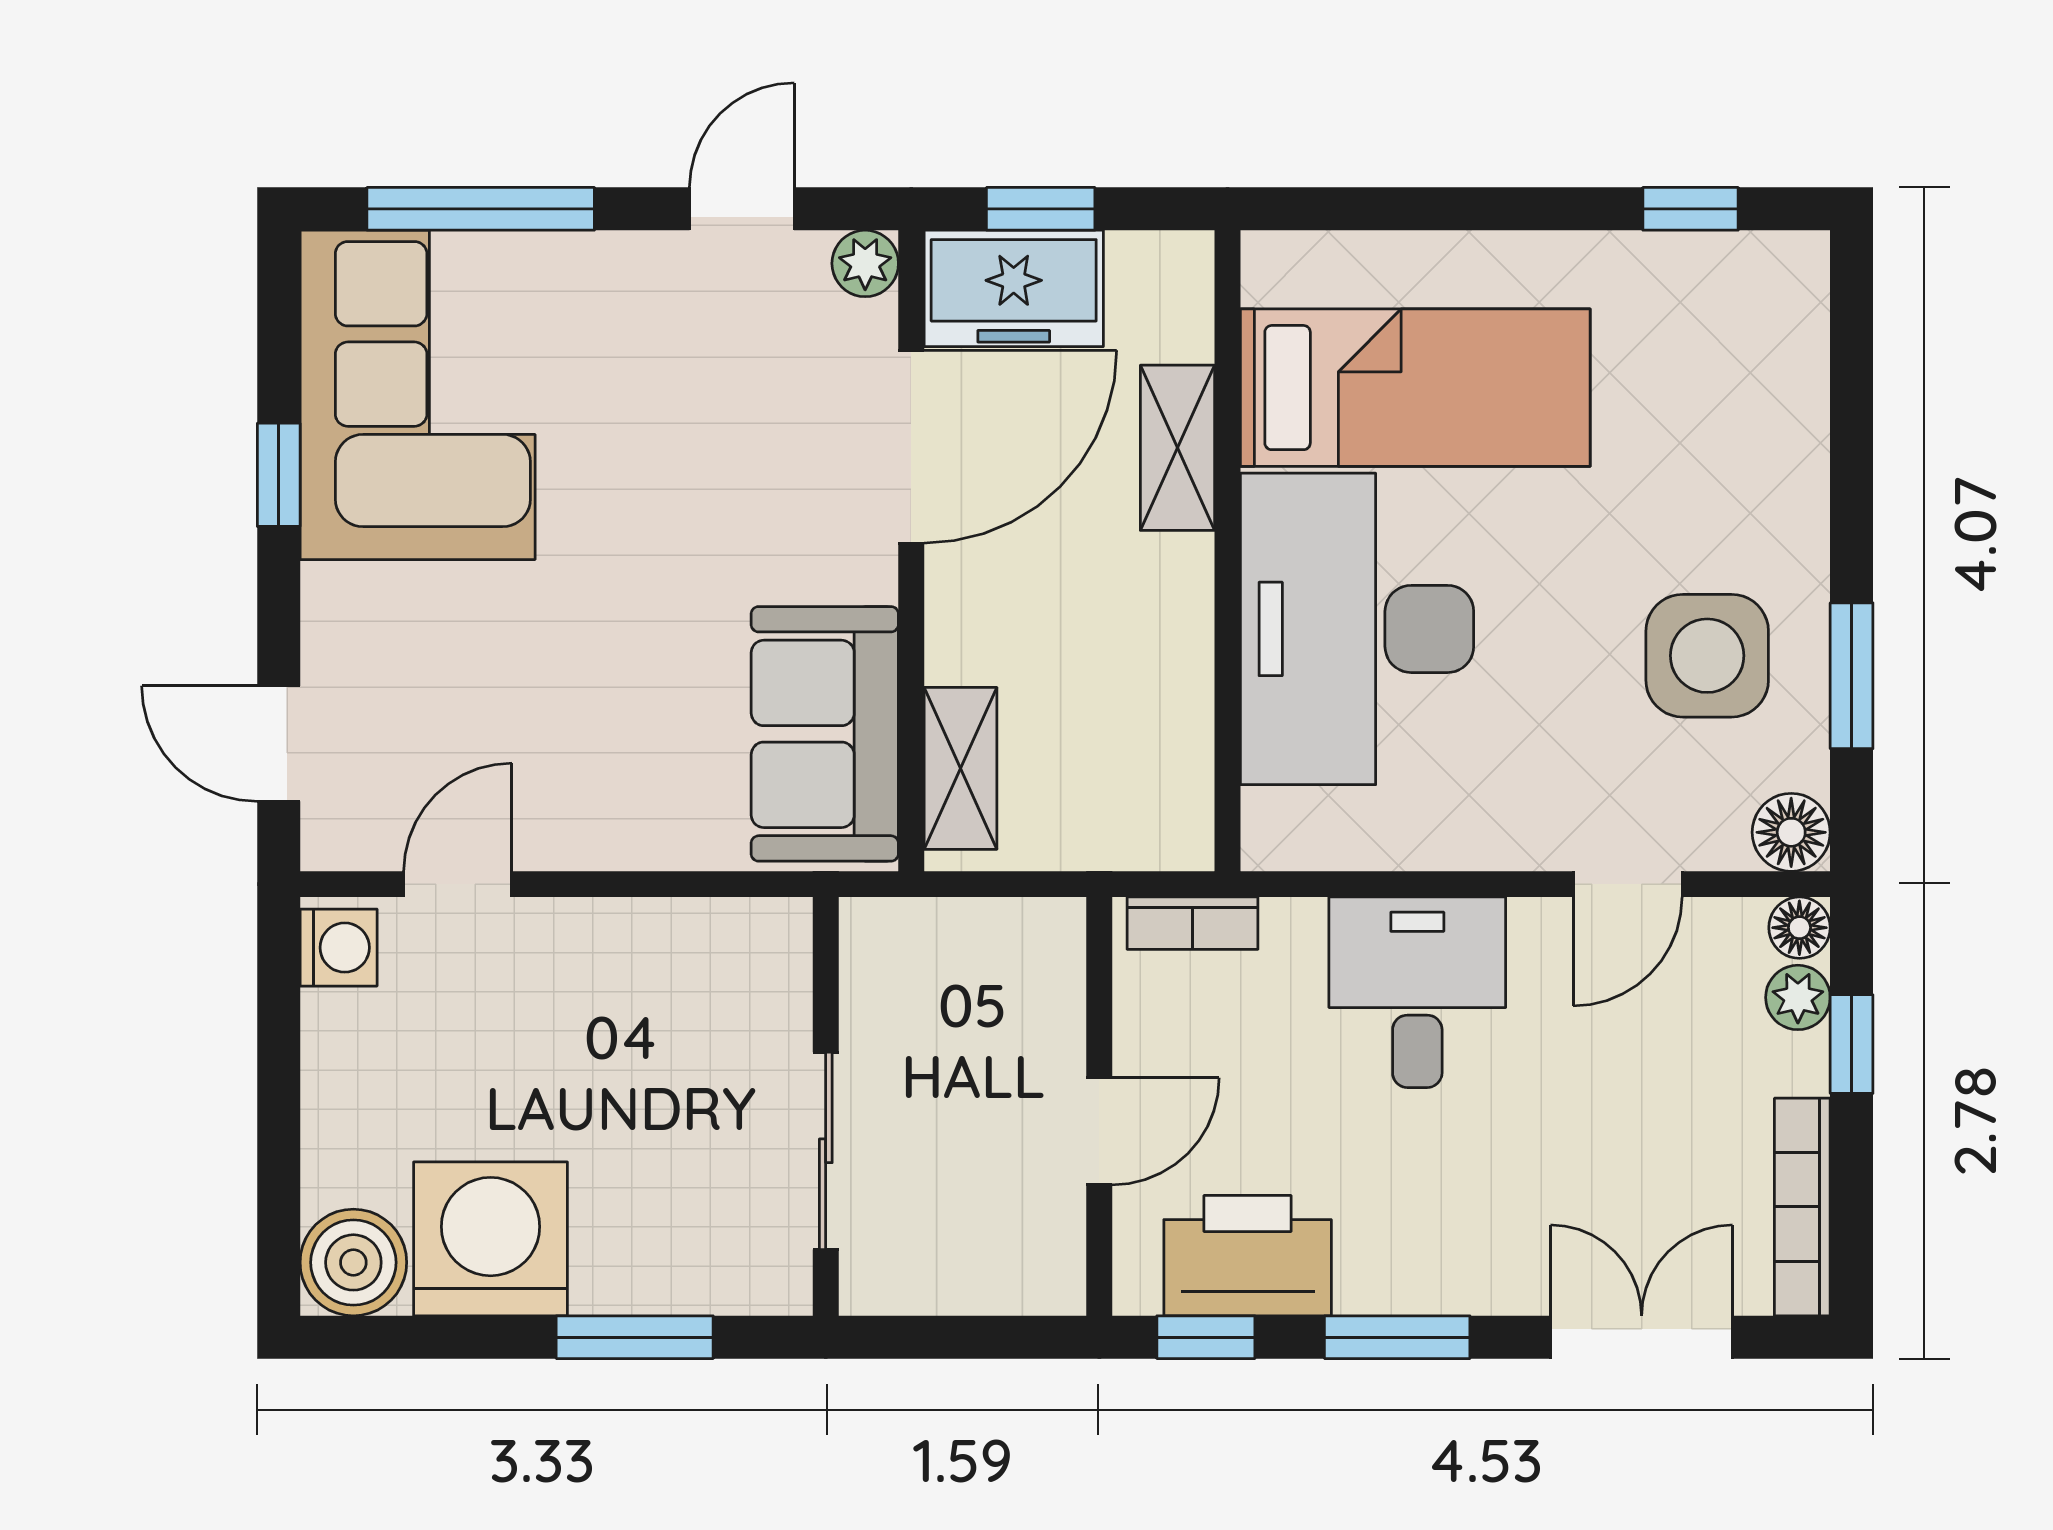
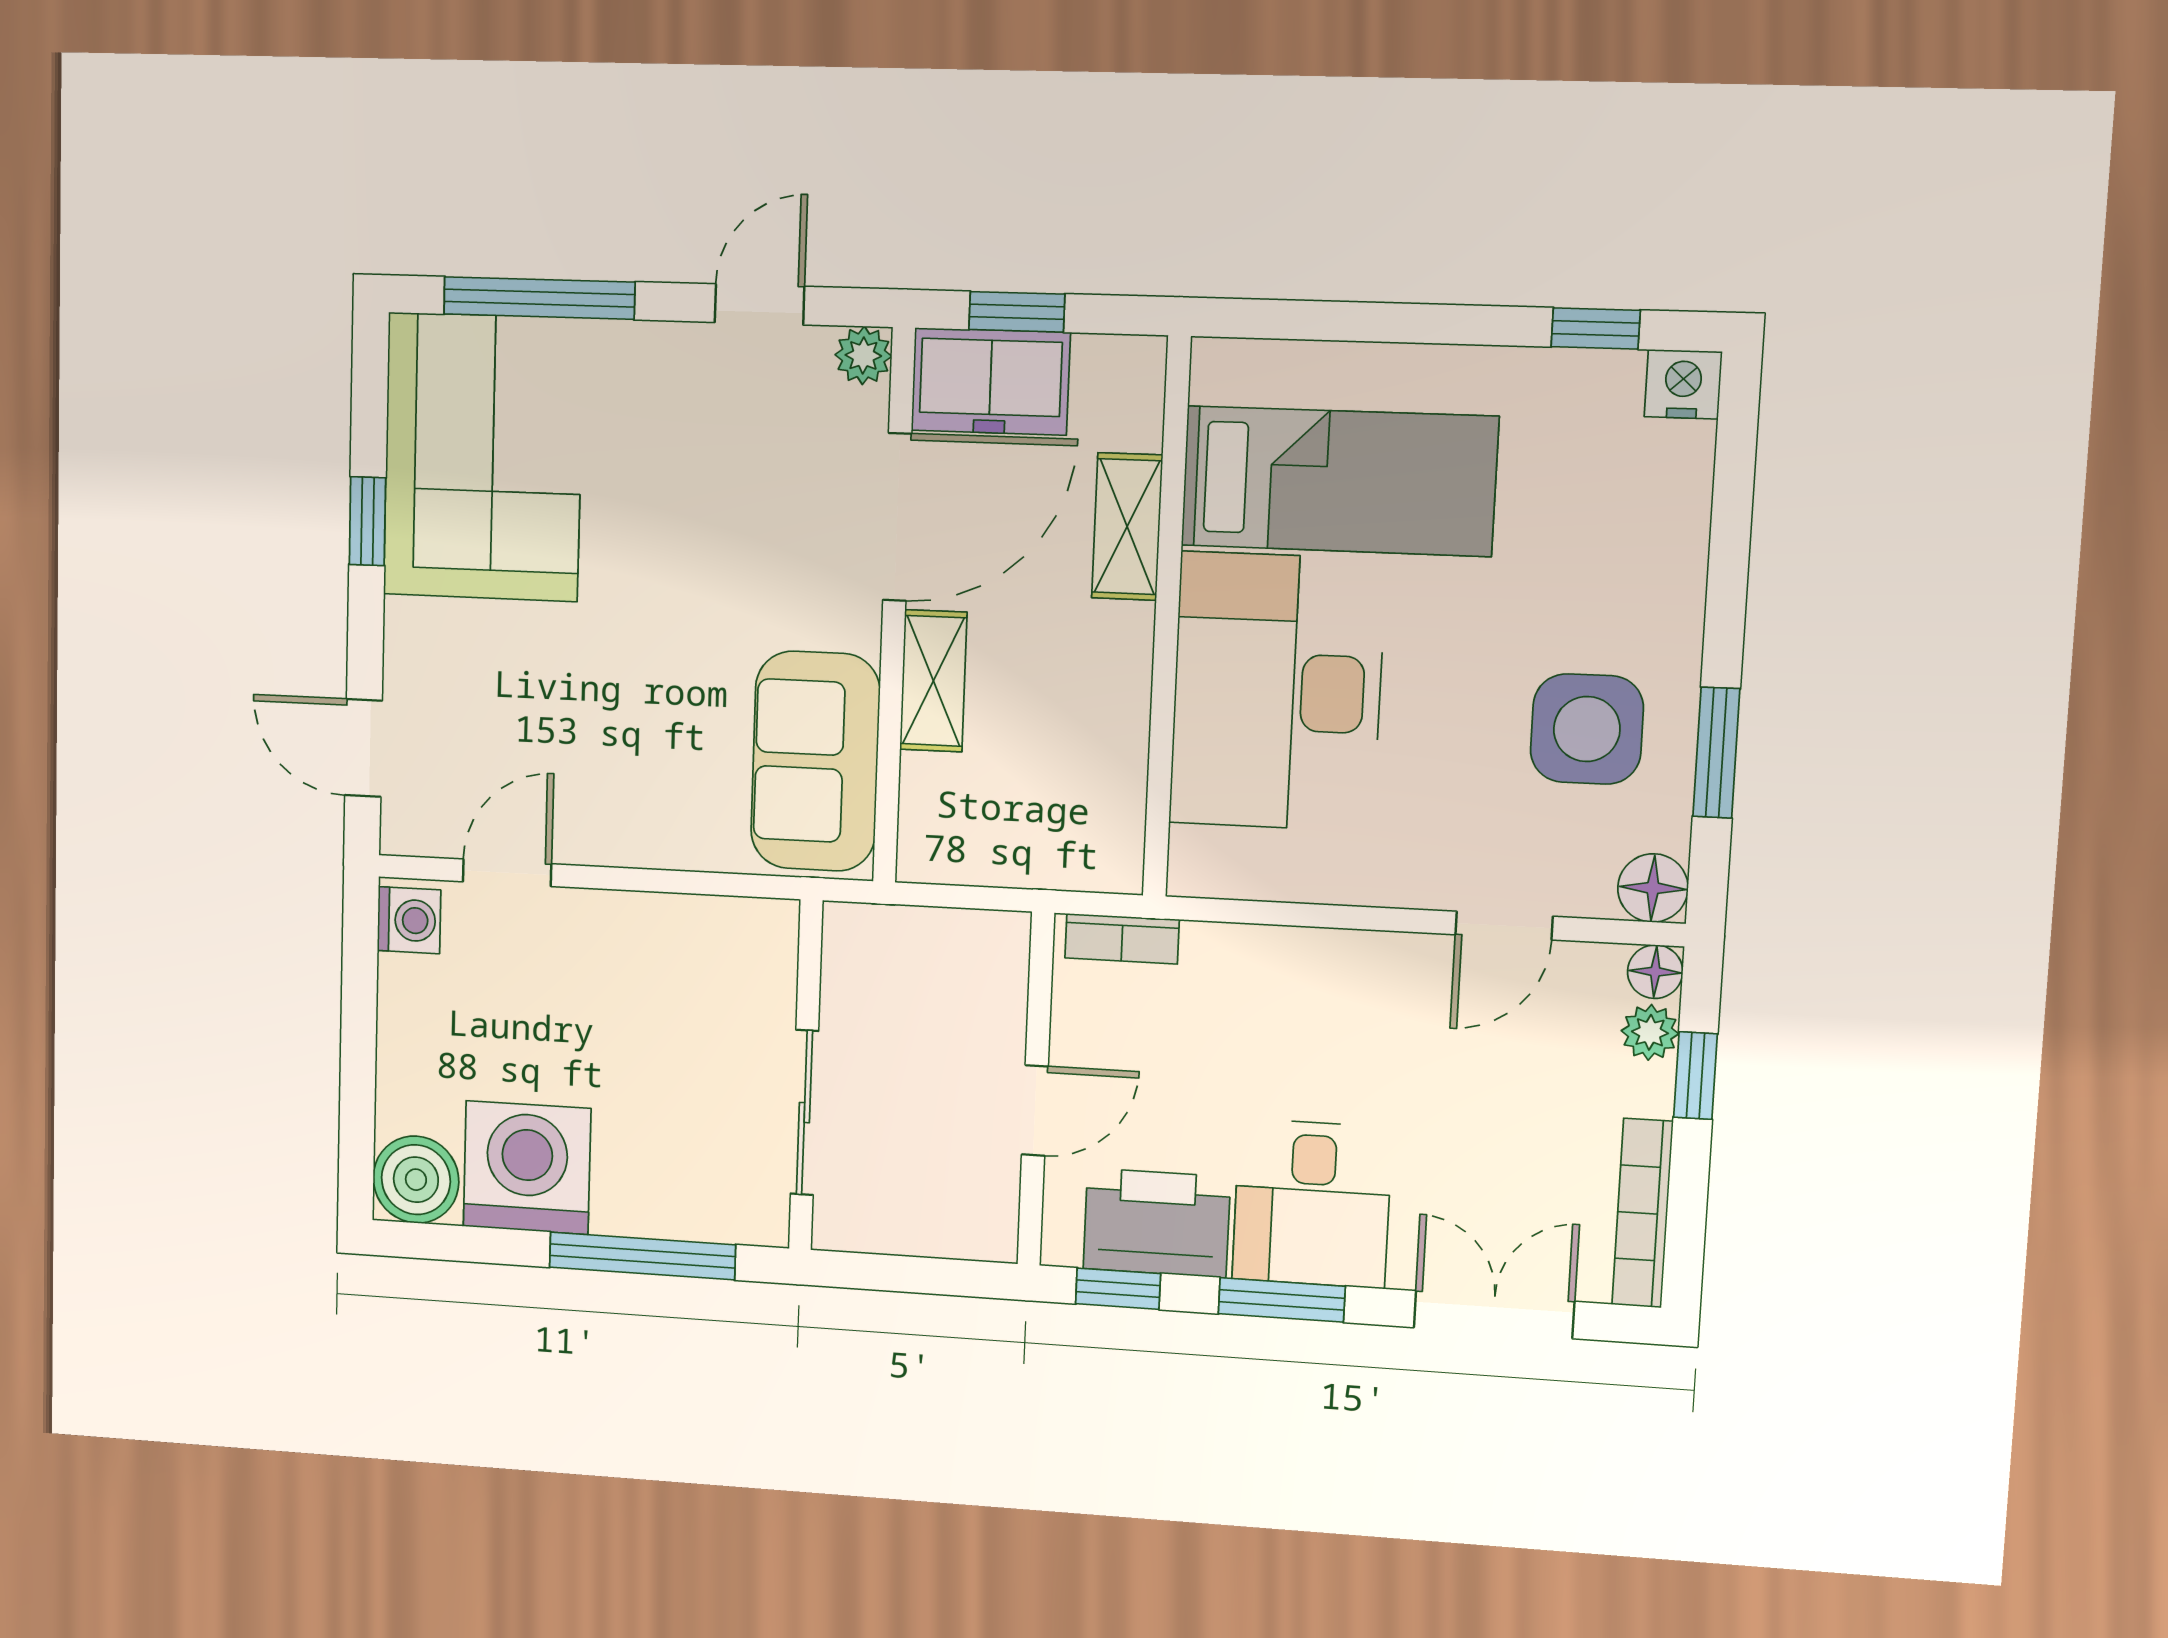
nightstand: (1790, 267) -> (1683, 384), added
shelving: (960, 768) -> (933, 681), moved
desk: (1417, 992) -> (1312, 1203), moved, turned 180
window: (635, 1337) -> (642, 1256), width x1.44

